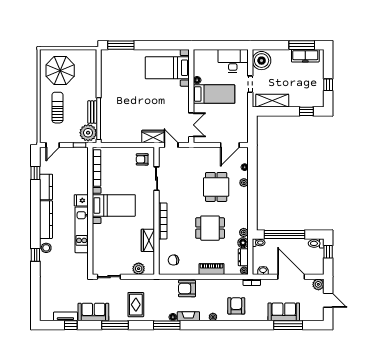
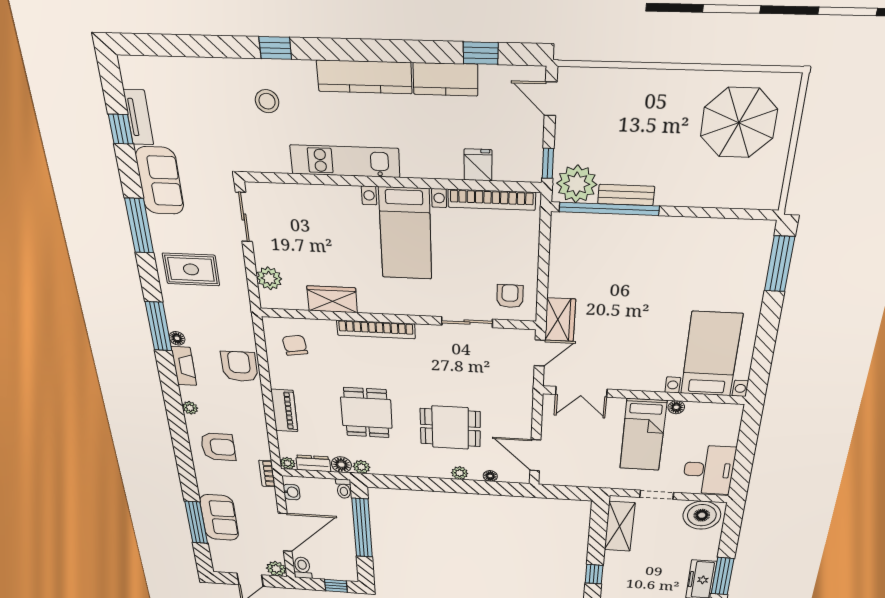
sun lounger: (57, 108) -> (645, 114), removed
fridge: (81, 200) -> (478, 165), moved
toilet: (316, 243) -> (302, 568), moved
stool: (46, 248) -> (267, 101), moved

